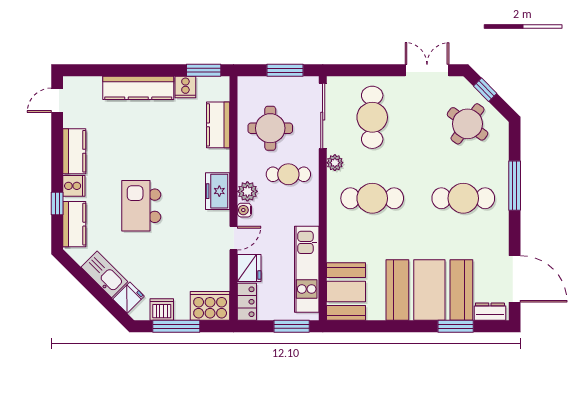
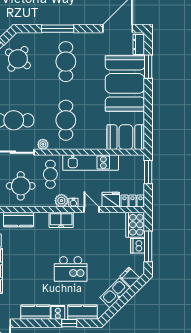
kitchen unit: (307, 269) -> (91, 162), moved
dishwasher: (162, 310) -> (138, 246), moved

